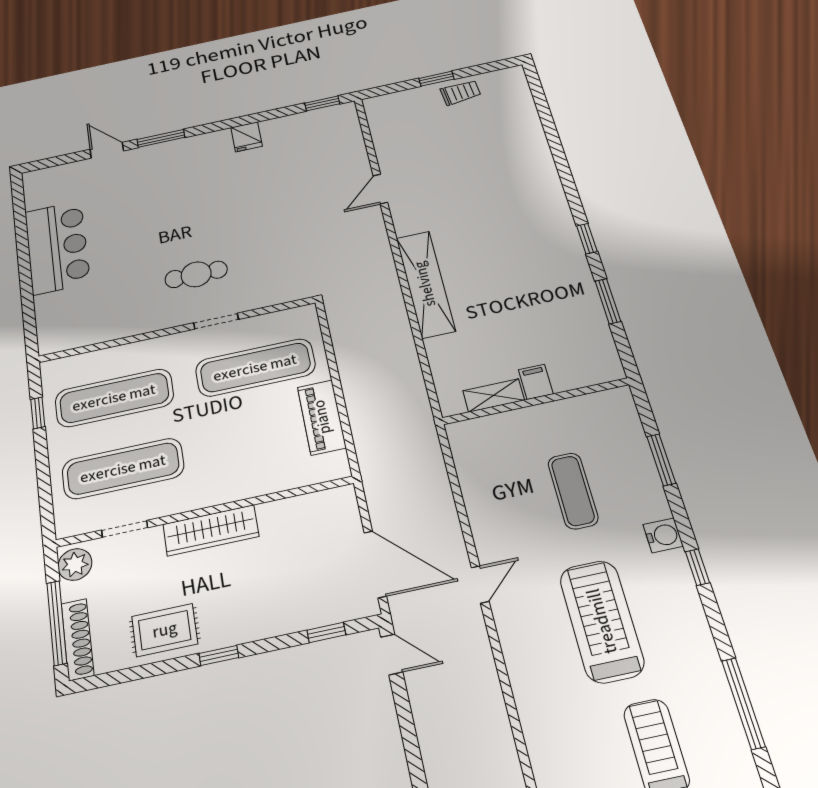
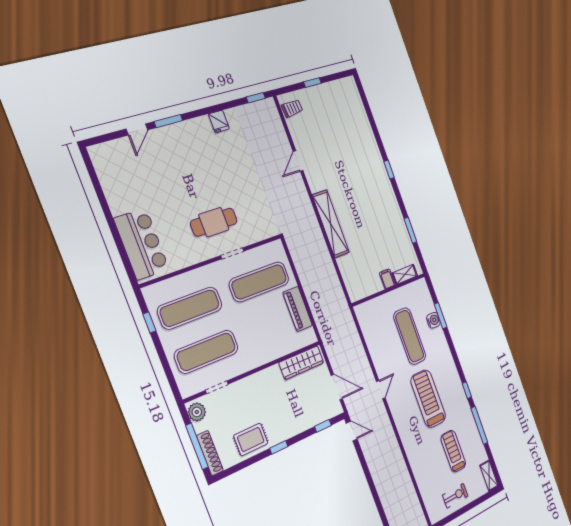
trolley: (461, 92) -> (292, 108), moved
door: (107, 150) -> (137, 129), swing flipped
window: (587, 239) -> (389, 170), moved
bar counter: (57, 247) -> (142, 244), moved
cafe table: (196, 274) -> (214, 222), width x1.37, depth x1.35
shelving: (494, 395) -> (405, 274), moved
exercise mat: (573, 491) -> (410, 336), width x1.36, depth x1.45
wardrobe: (211, 530) -> (301, 363), moved
water cooler: (663, 535) -> (433, 320), moved
door: (375, 564) -> (337, 387), width x0.73
window: (697, 567) -> (467, 390), moved

